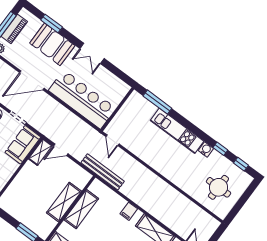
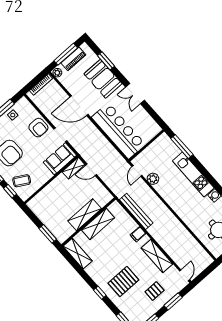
plant: (133, 145) -> (153, 179), added
bench: (103, 172) -> (136, 211), moved

